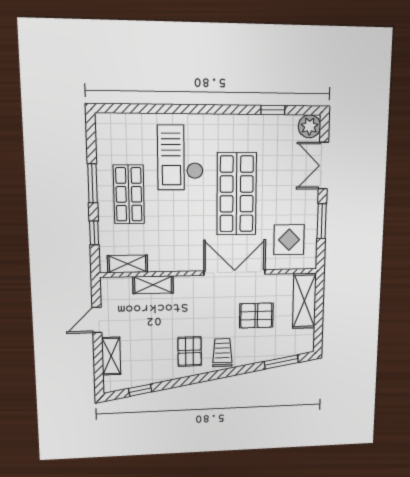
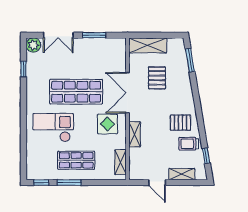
checkout: (180, 158) -> (53, 128), turned 180
window: (94, 233) -> (41, 183), moved
display table: (289, 240) -> (107, 124), moved
shelving: (153, 285) -> (135, 134), moved
trolley: (222, 353) -> (189, 144), moved

